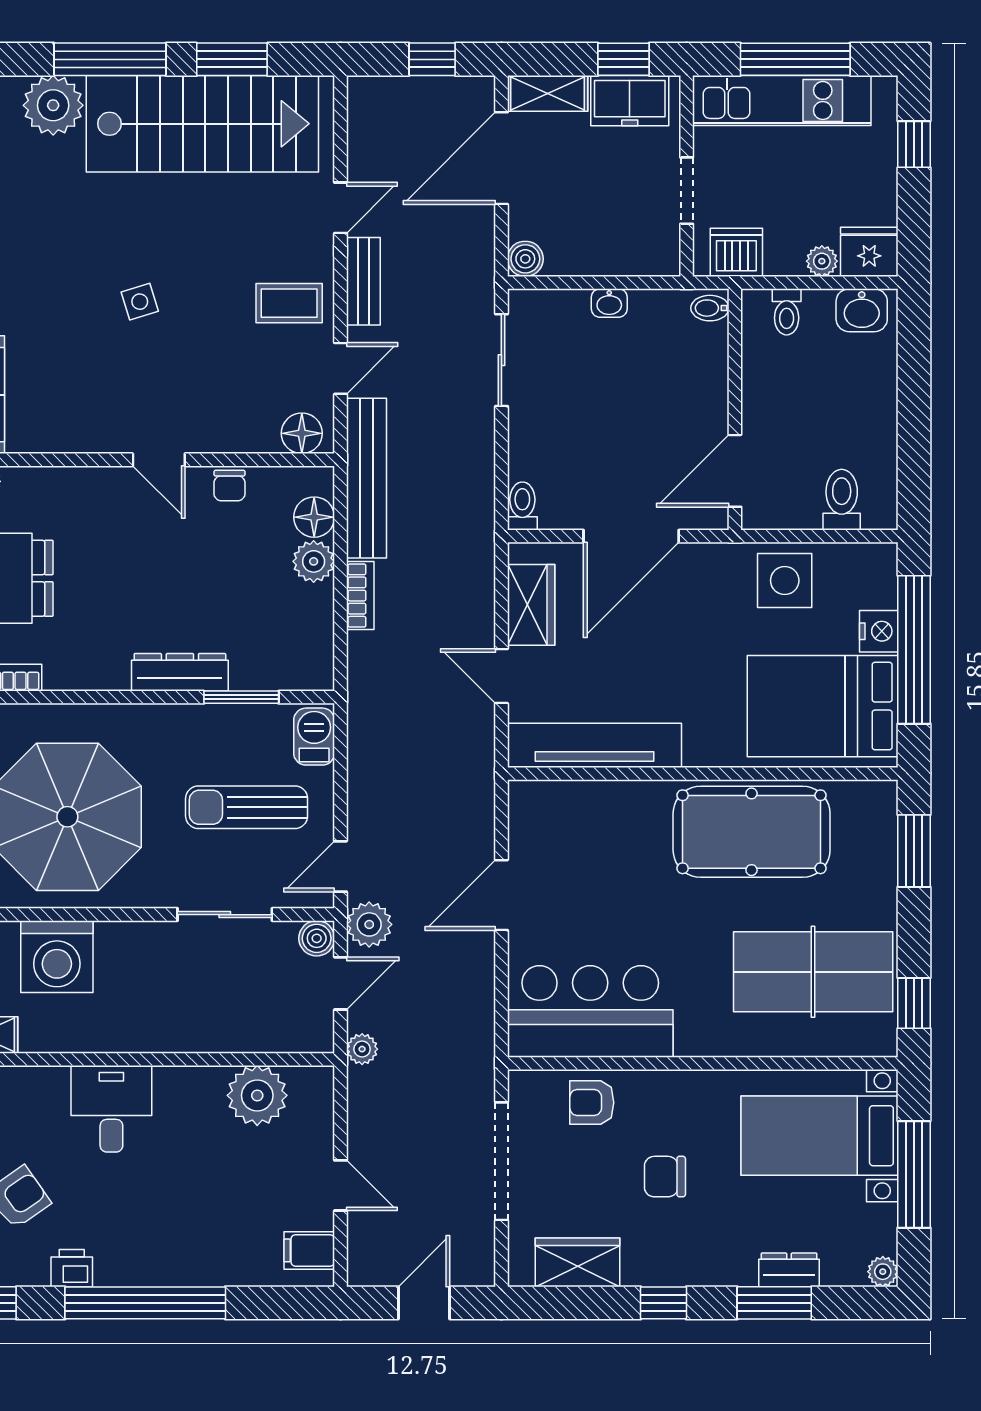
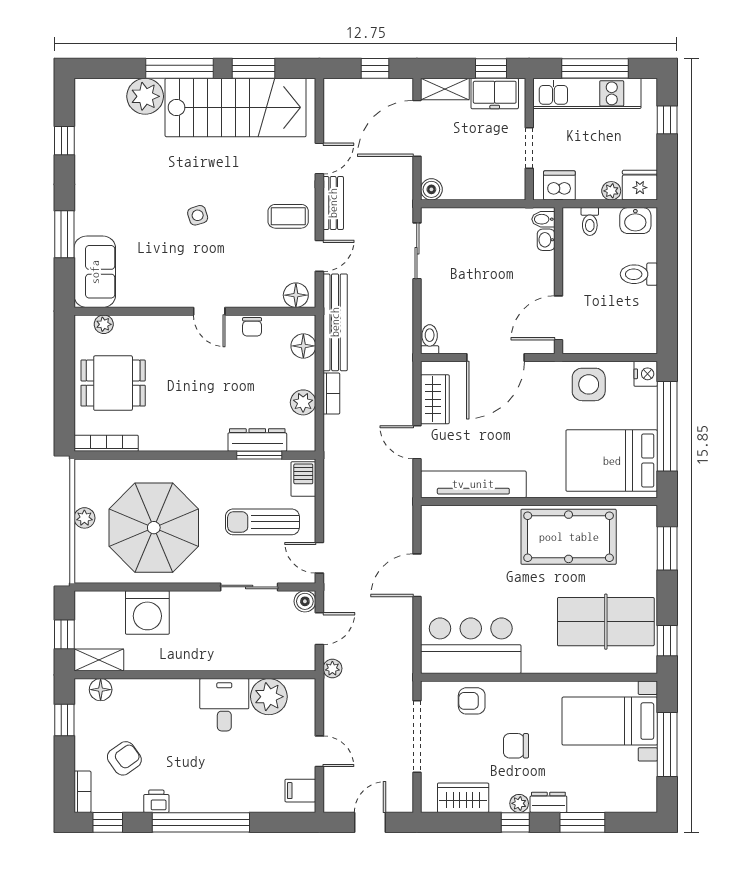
washbasin: (609, 303) -> (546, 240), moved, turned 90
toilet: (842, 500) -> (639, 274), moved, turned -90
plant: (314, 561) -> (303, 402), moved
nightstand: (879, 631) -> (646, 374), moved
dresser: (180, 672) -> (257, 440), moved
door: (340, 866) -> (319, 558), hinge flipped
plant: (369, 924) -> (337, 593), removed
desk: (111, 1109) -> (224, 705), moved
dresser: (789, 1270) -> (548, 802), moved
plant: (883, 1272) -> (519, 803), moved

